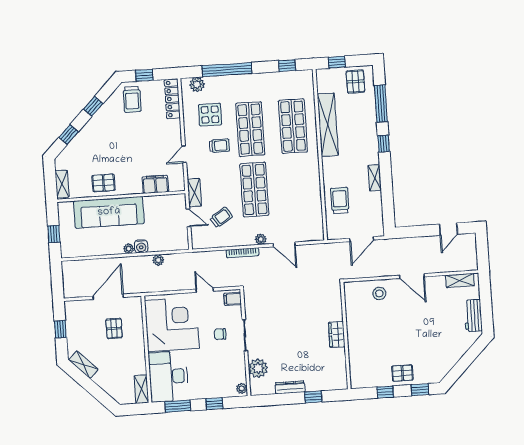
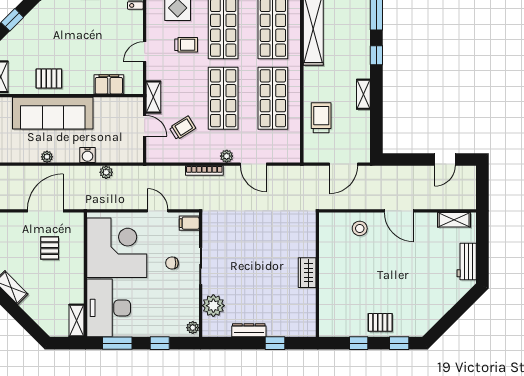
shop shelf: (297, 187) -> (273, 98), added
plant: (129, 249) -> (47, 157), moved

